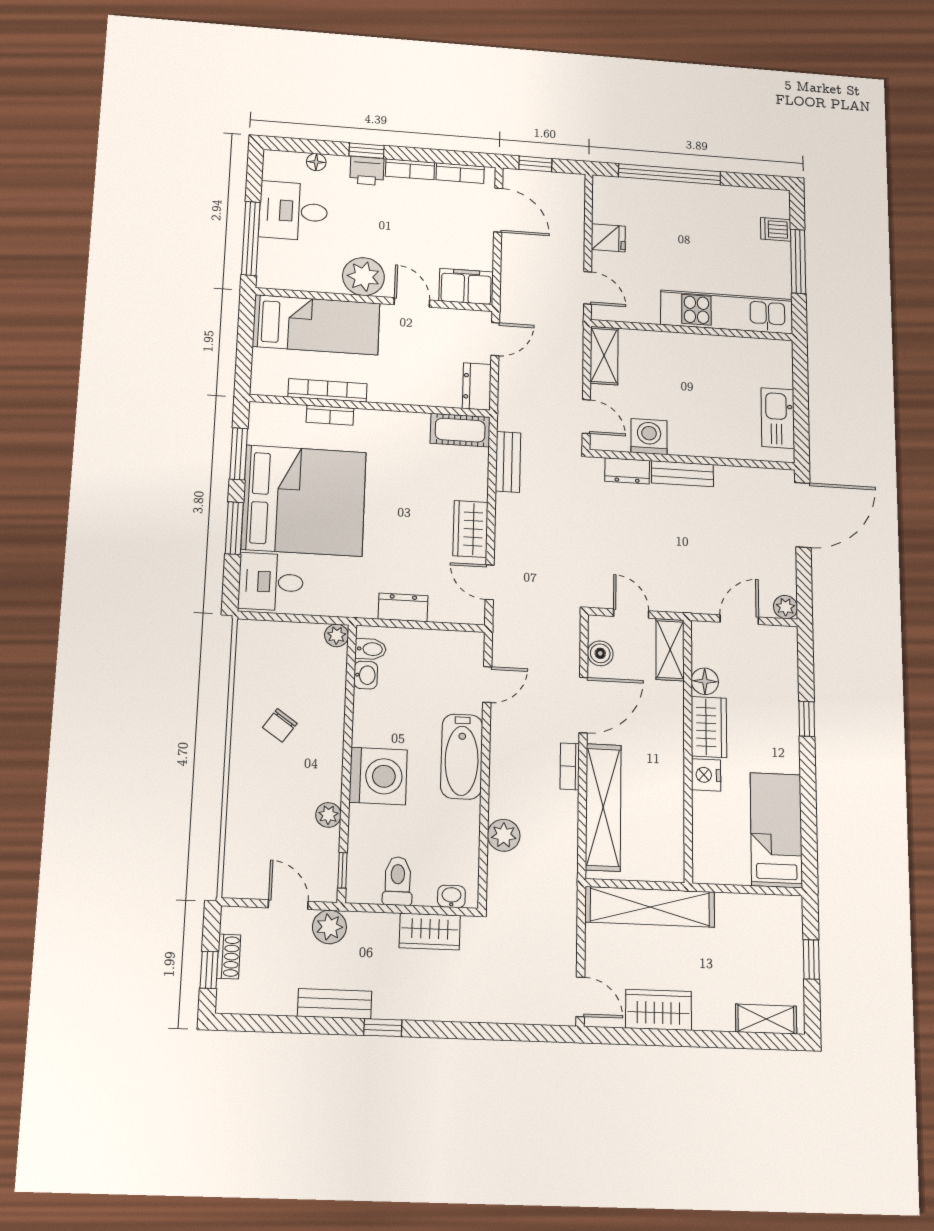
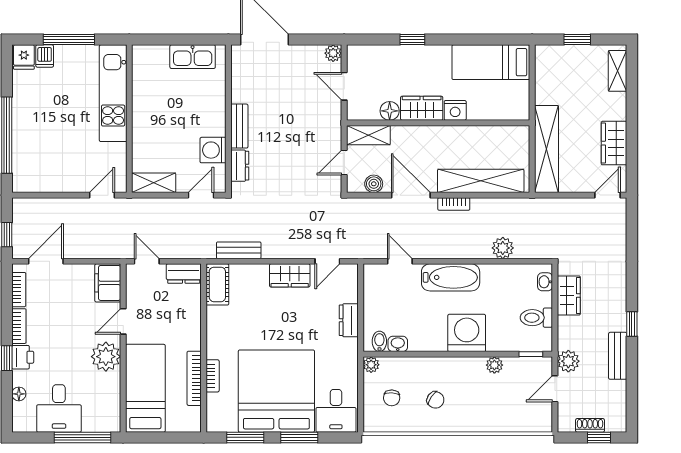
fridge: (608, 238) -> (24, 57), moved, turned 180
chair: (286, 662) -> (392, 398), added

